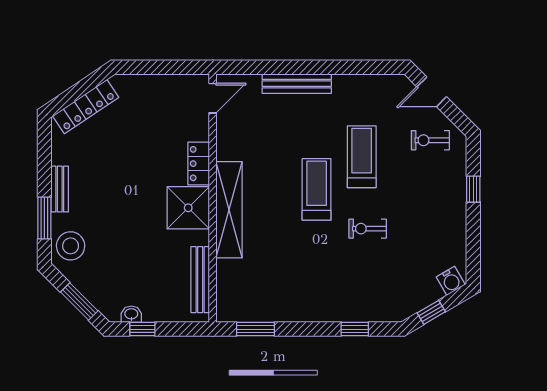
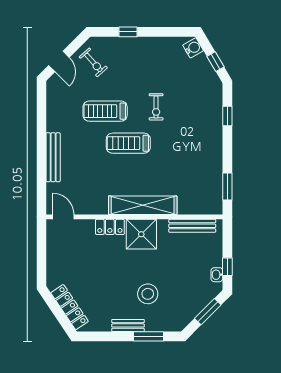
exercise bike: (430, 140) -> (93, 62), turned -42
stool: (71, 246) -> (148, 294), moved

